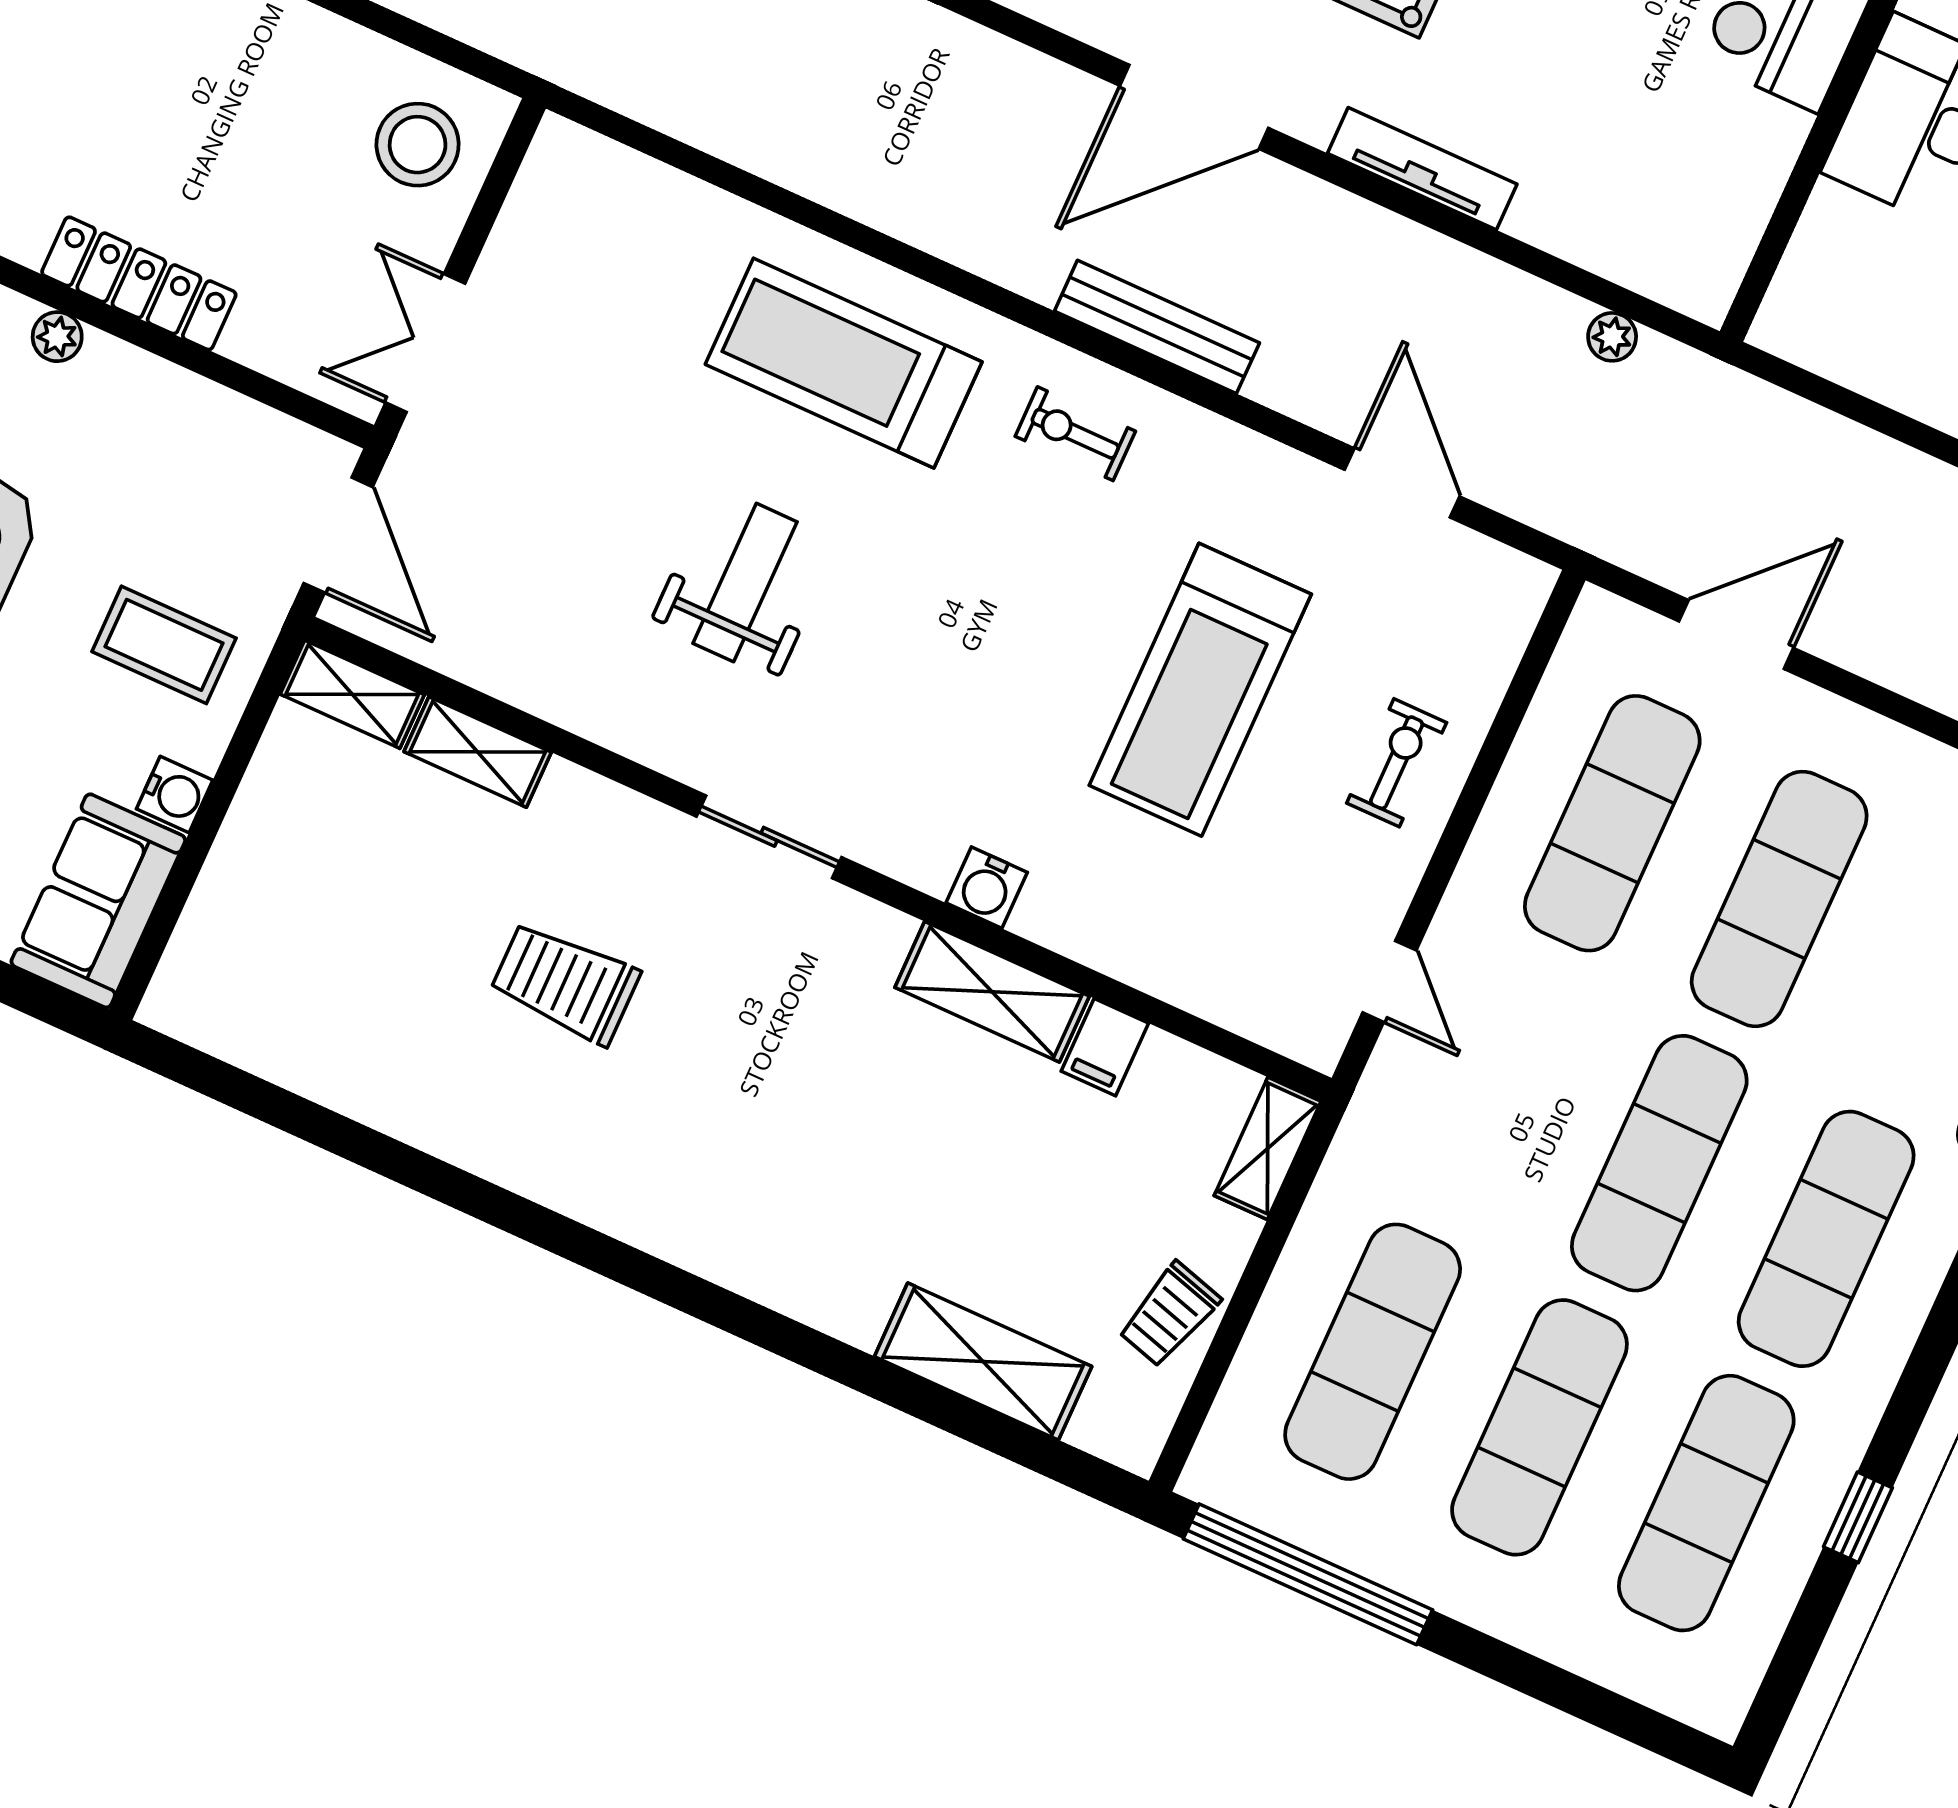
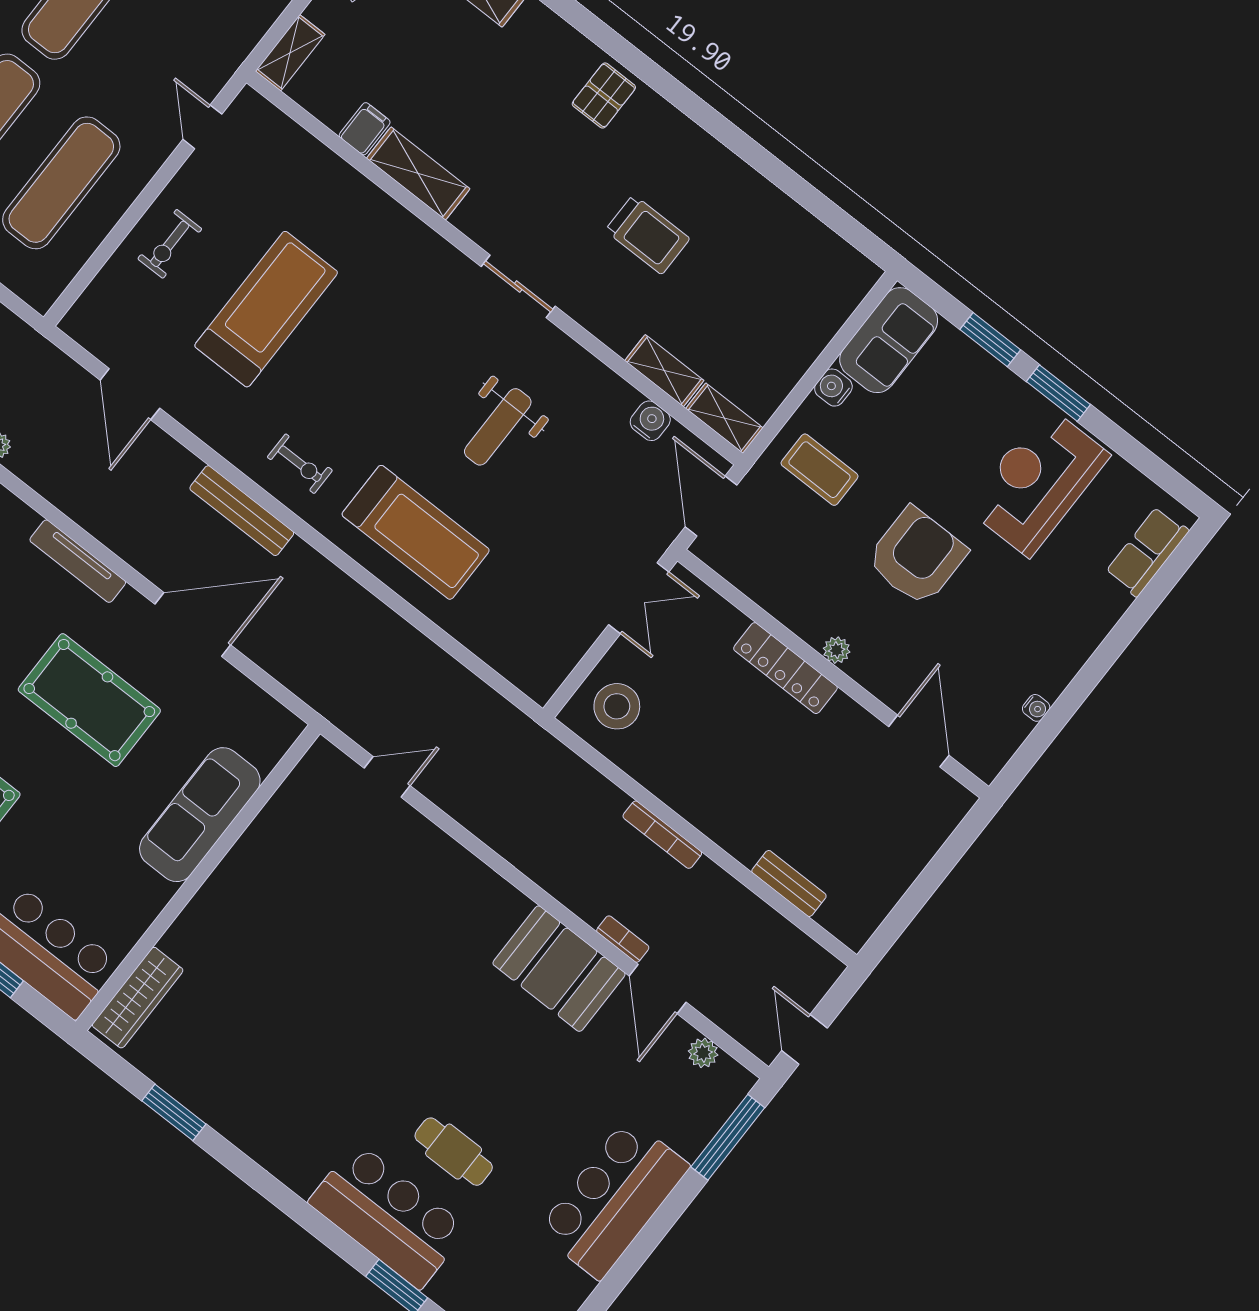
water cooler: (987, 888) -> (650, 421), moved
pallet: (701, 1207) -> (604, 96), added

